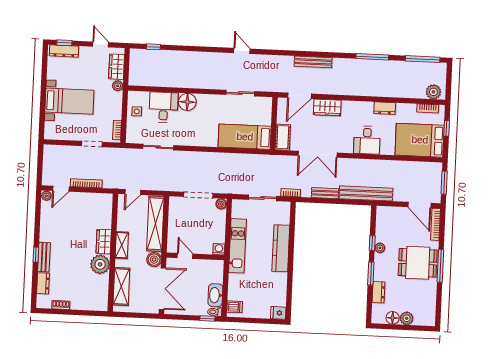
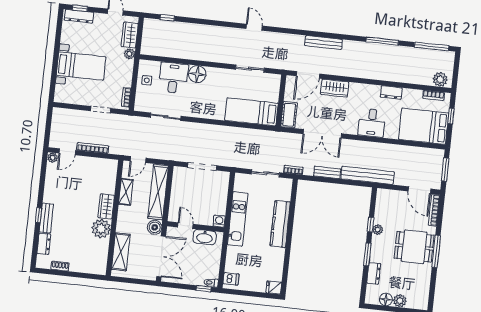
boiler: (221, 204) -> (224, 177), removed
shelving: (122, 245) -> (126, 192), moved
washbasin: (215, 295) -> (205, 237), moved, turned -90

